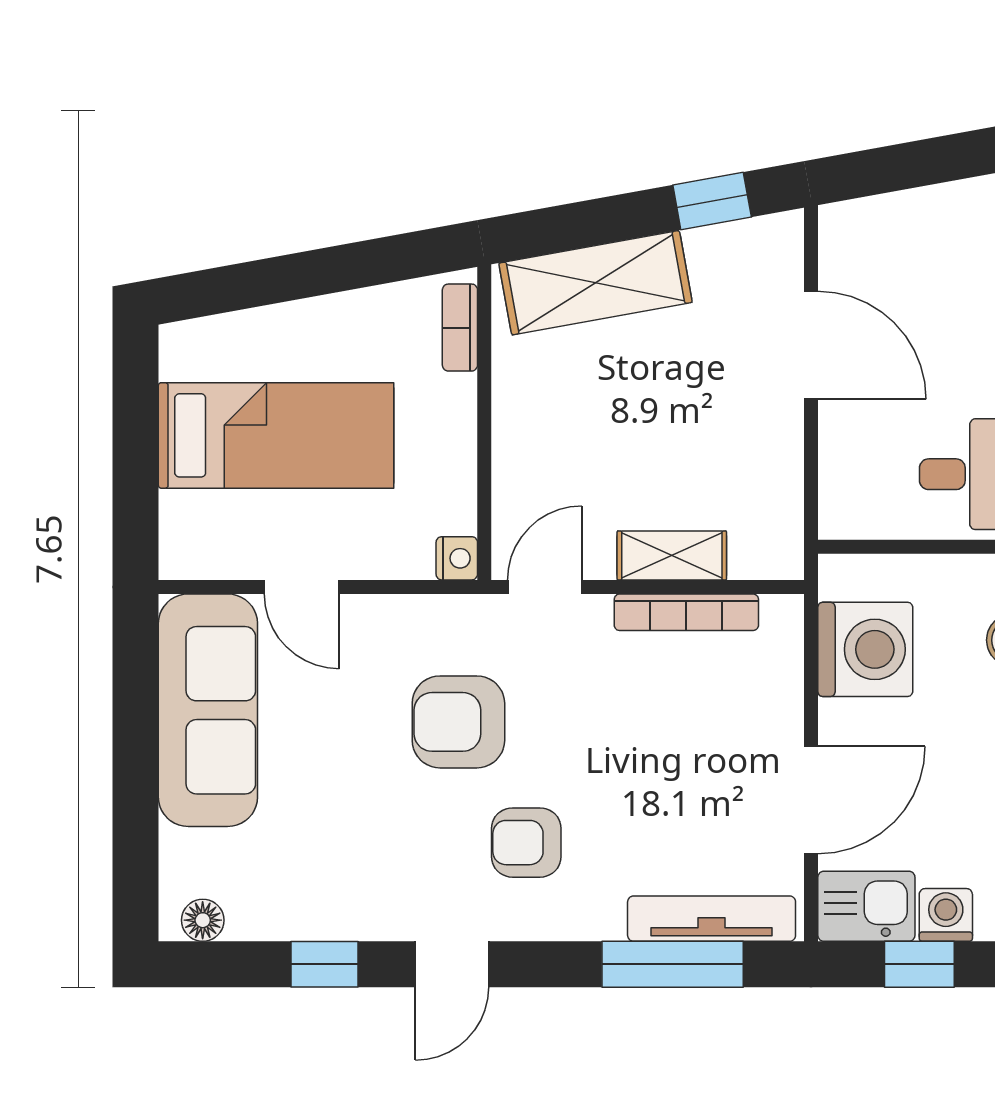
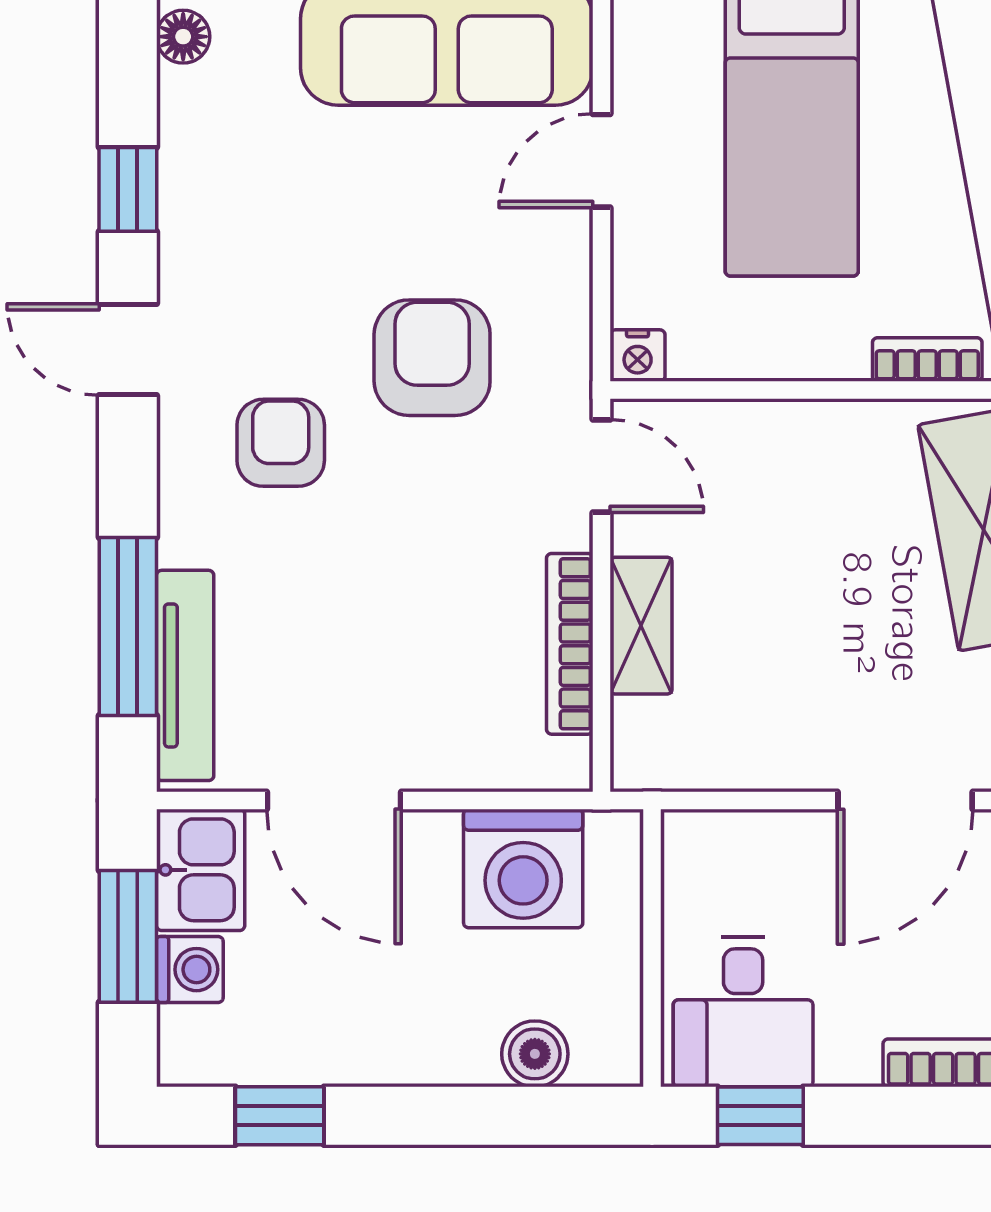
window: (919, 964) -> (128, 936), width x1.50

